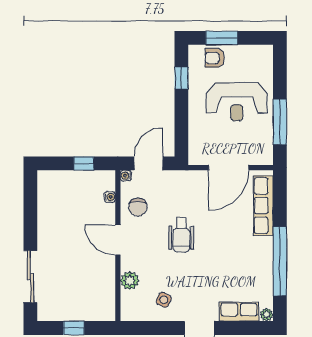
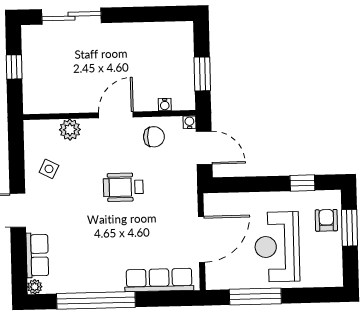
window: (84, 163) -> (202, 74), width x1.50
door: (229, 168) -> (202, 239), swing flipped
chair: (138, 207) -> (154, 137), turned 180

